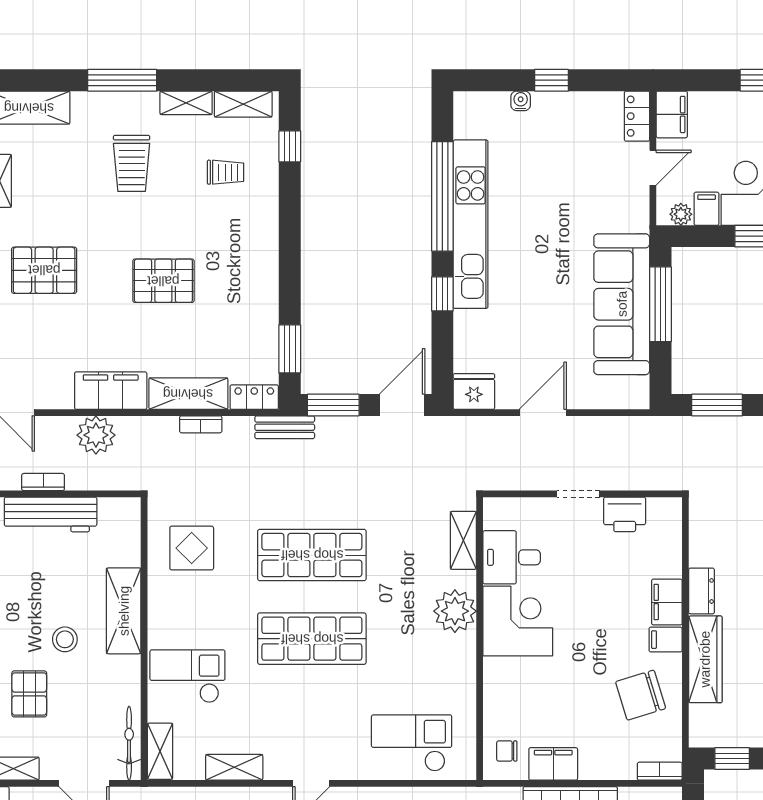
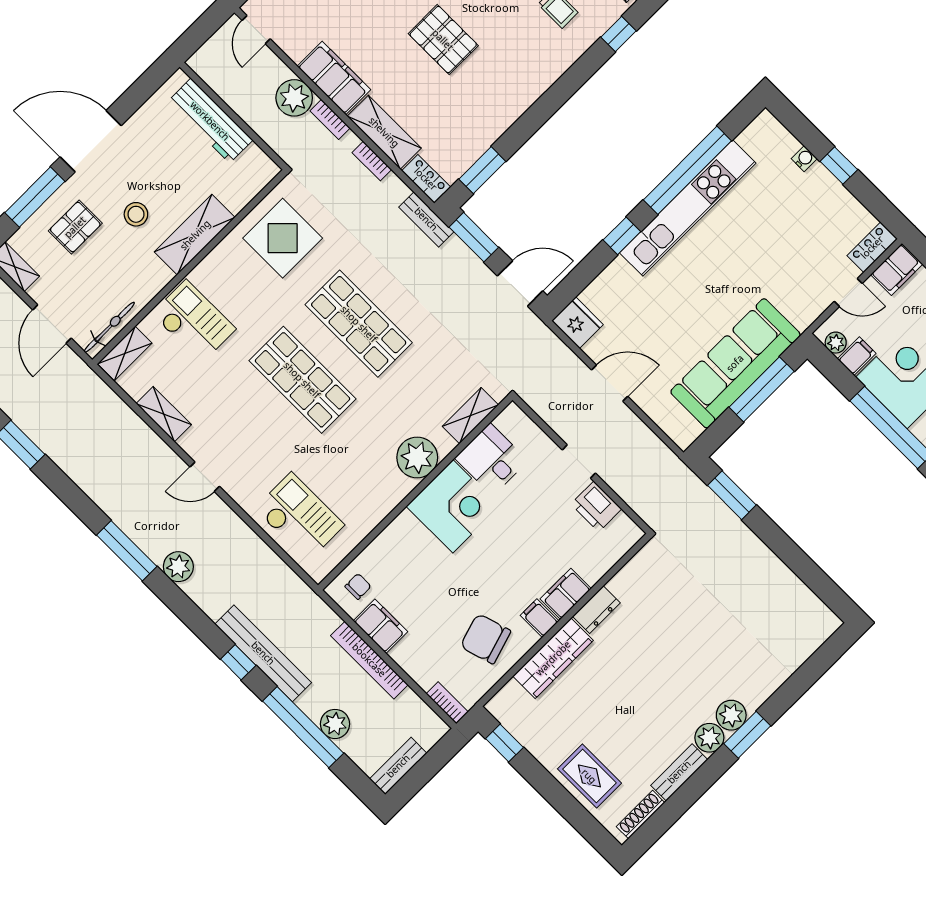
bookcase: (43, 482) -> (330, 119), moved, turned 180
display table: (192, 548) -> (283, 238), width x1.36, depth x1.36
chair: (507, 751) -> (358, 586), turned 90

